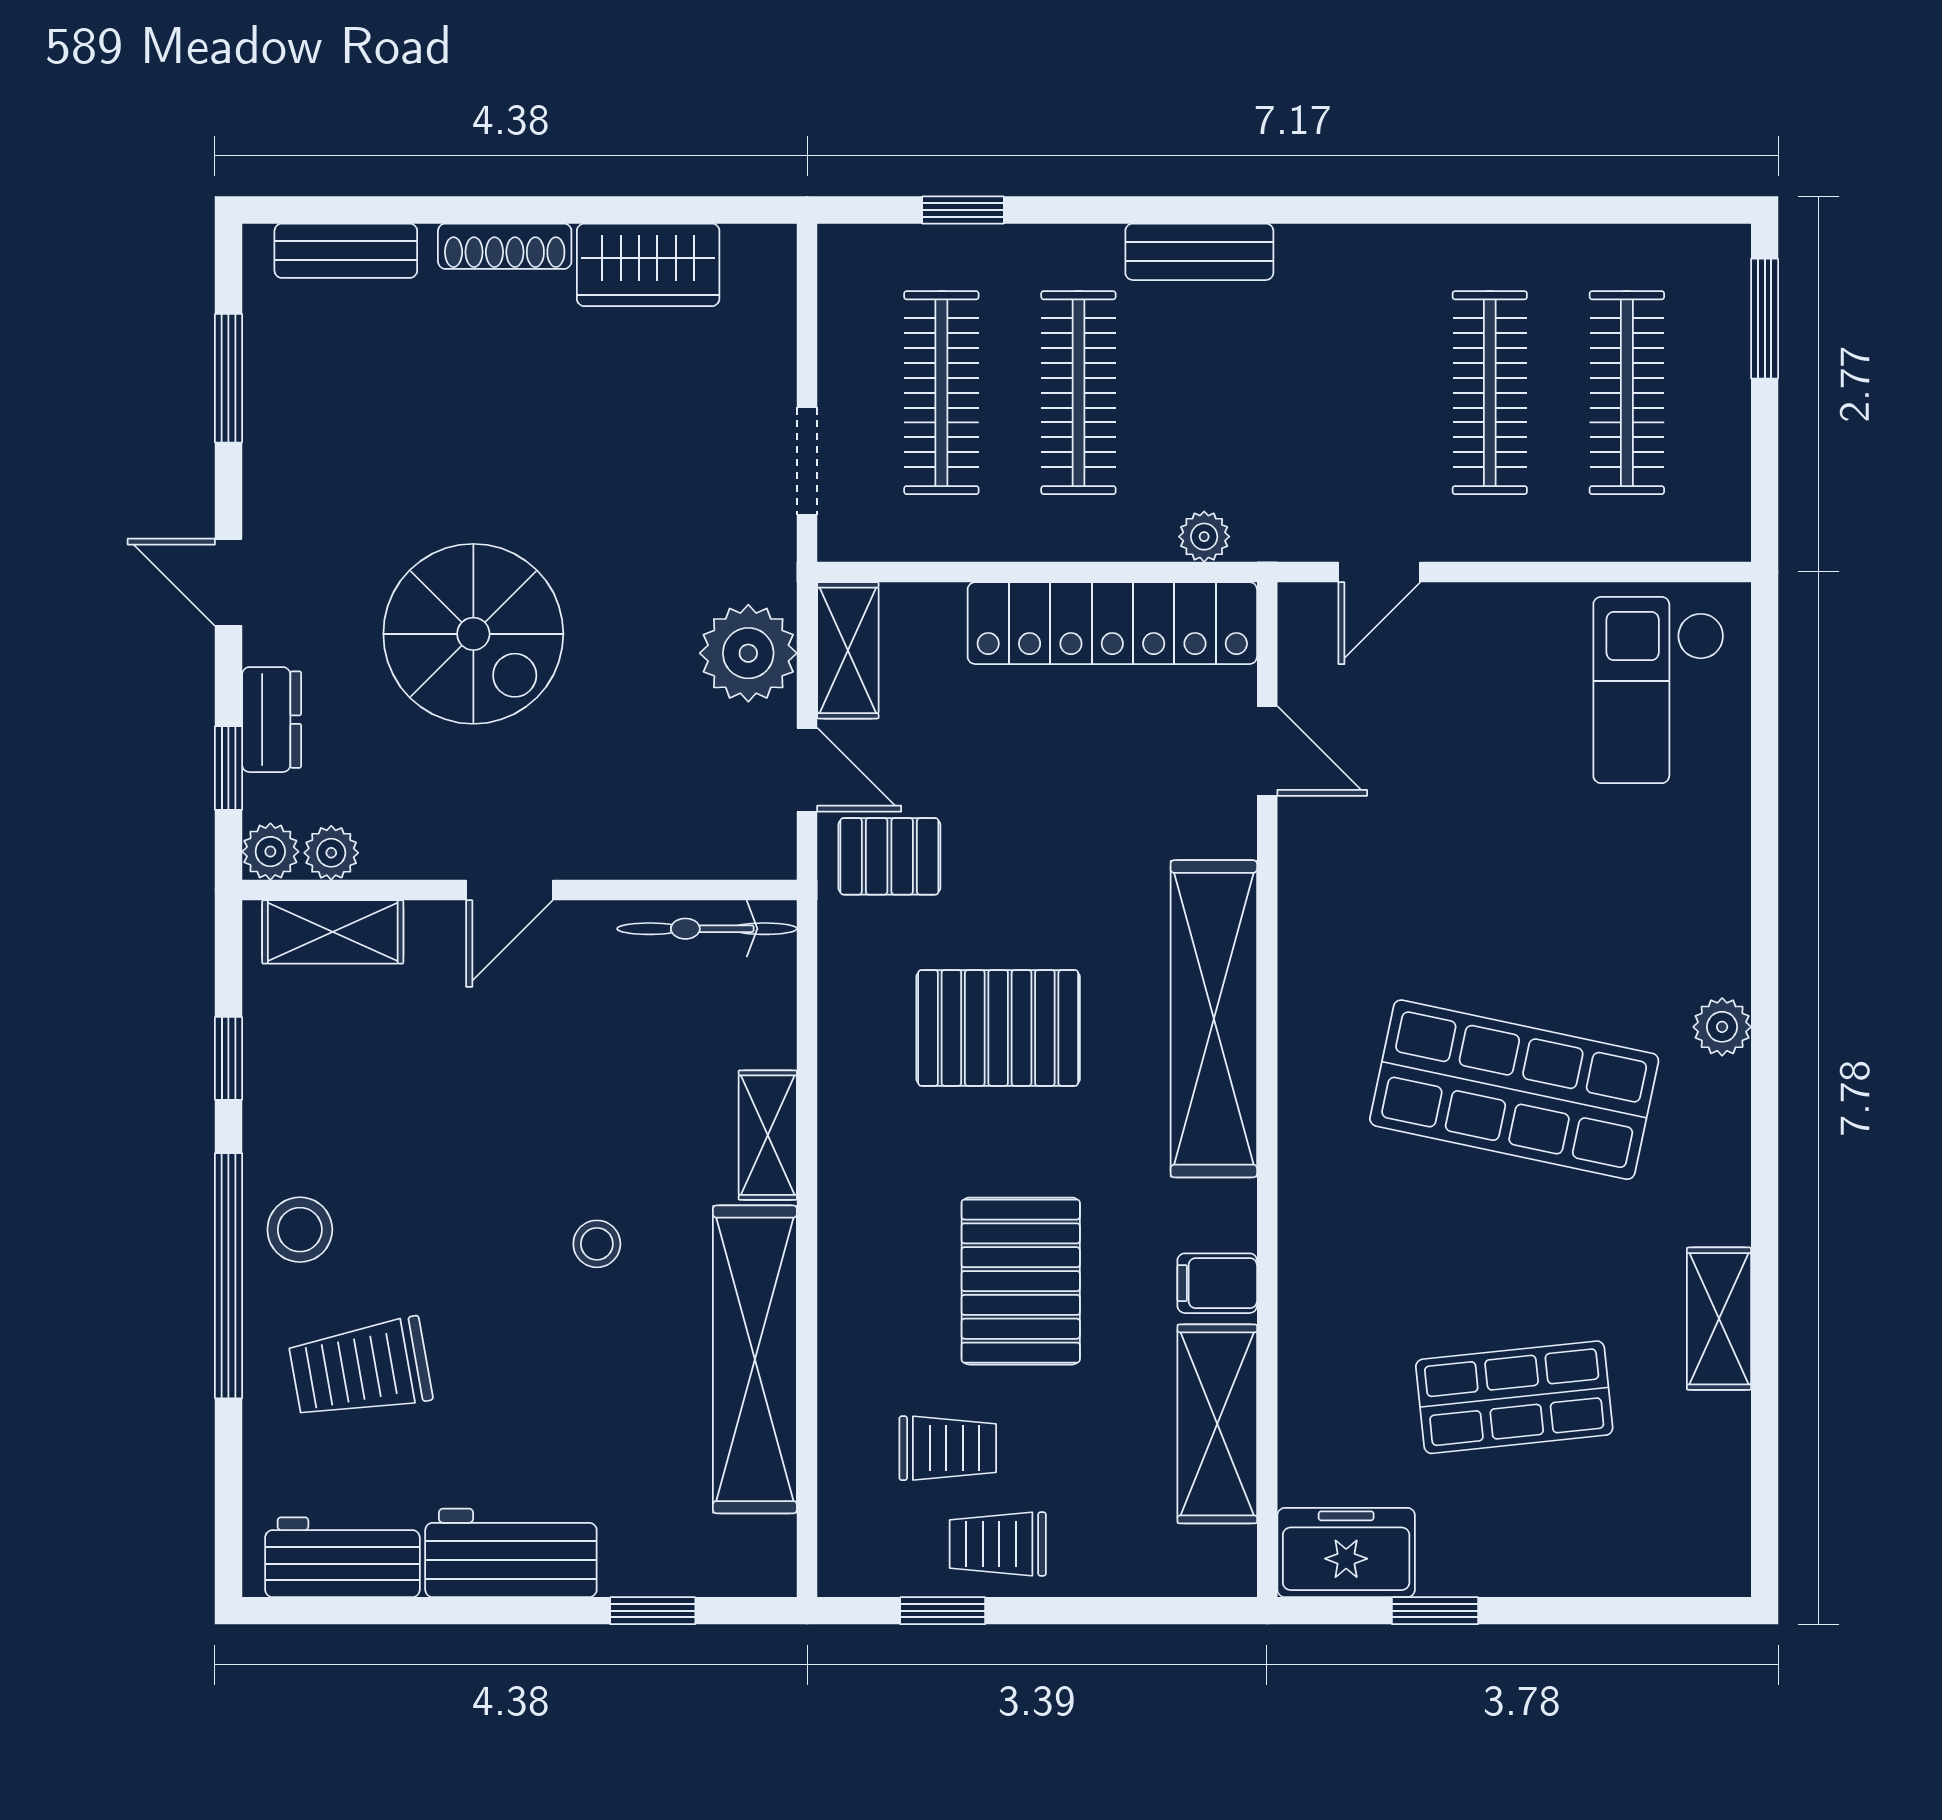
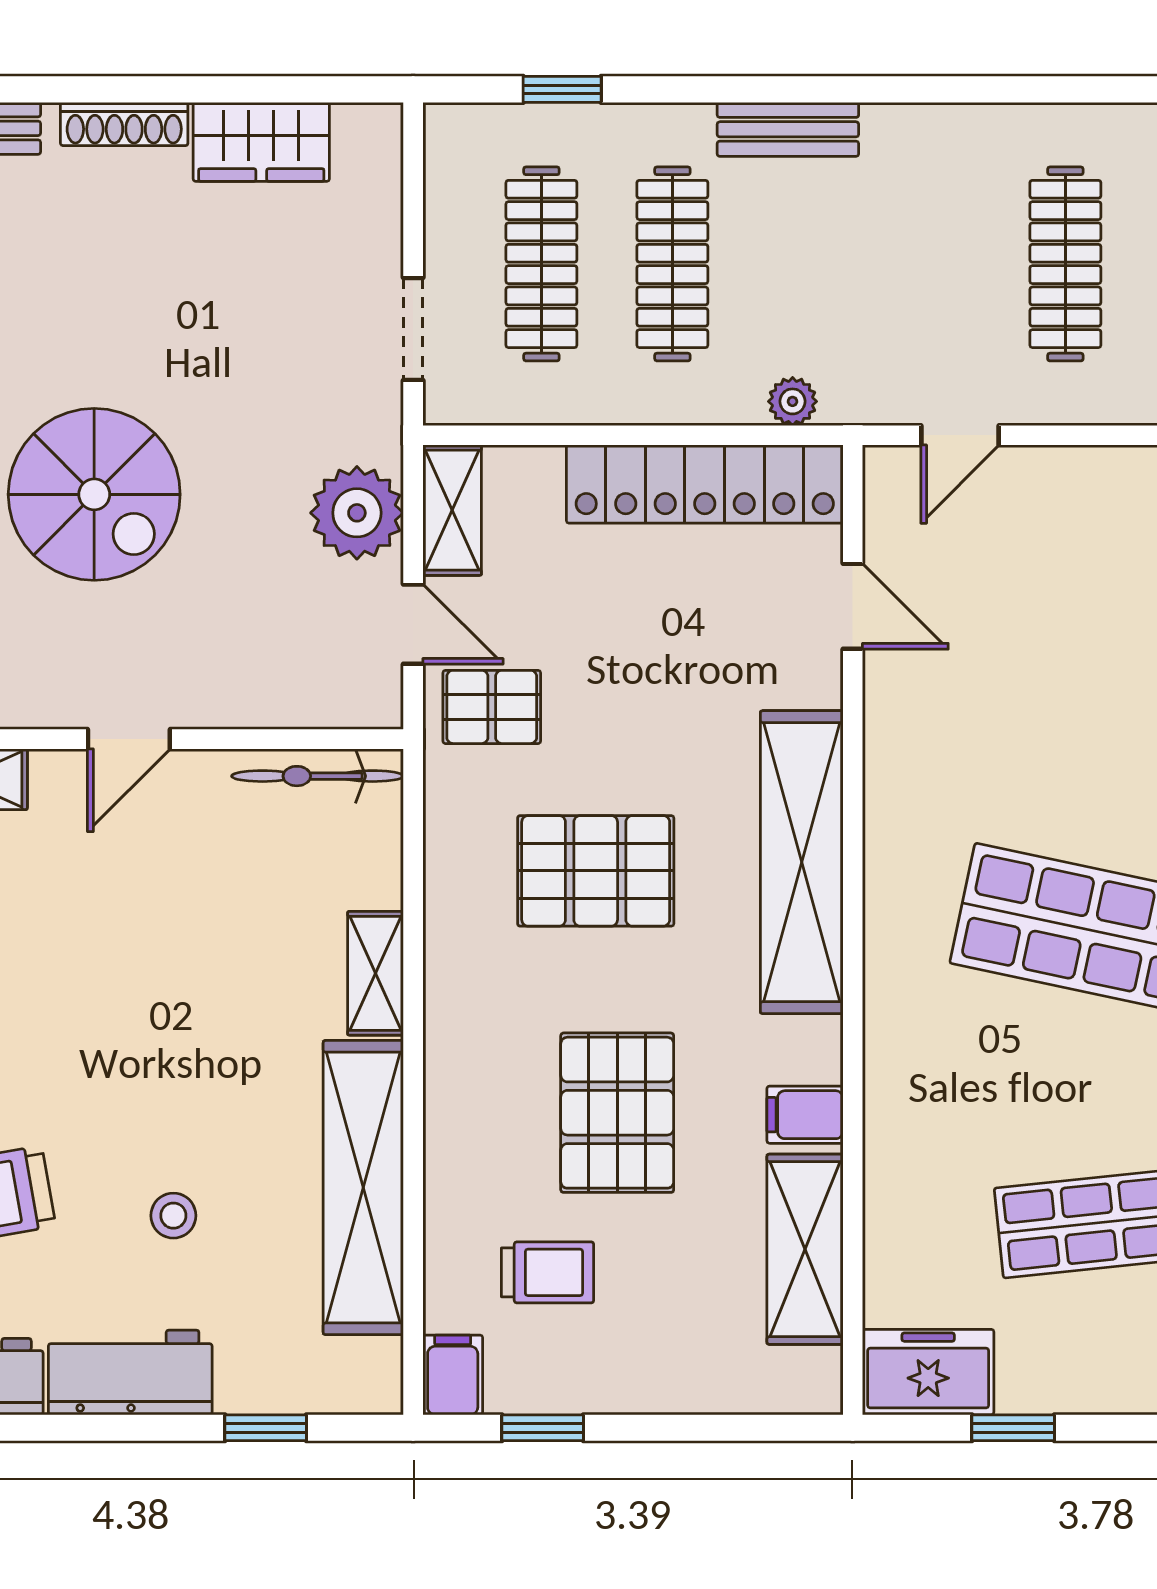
stool: (597, 1244) -> (173, 1216), moved
trolley: (998, 1544) -> (595, 1364), removed
filing cabinet: (848, 1555) -> (453, 1375), added

